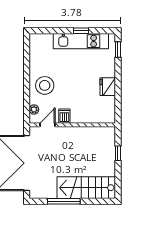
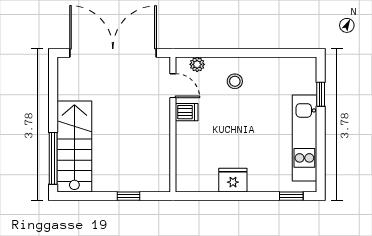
window: (81, 31) -> (321, 94), moved
stool: (45, 85) -> (235, 81), width x0.53, depth x0.53
window: (64, 201) -> (53, 158), moved

